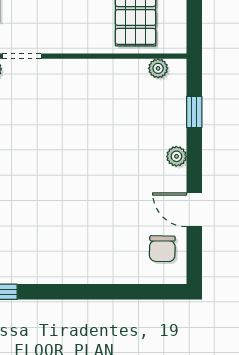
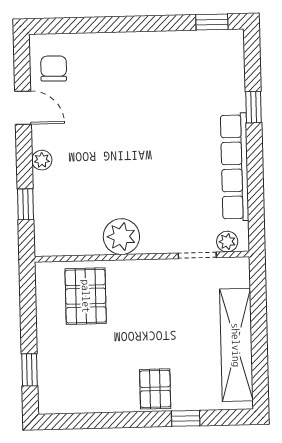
plant: (158, 68) -> (121, 237), moved, width x1.87, depth x1.87

